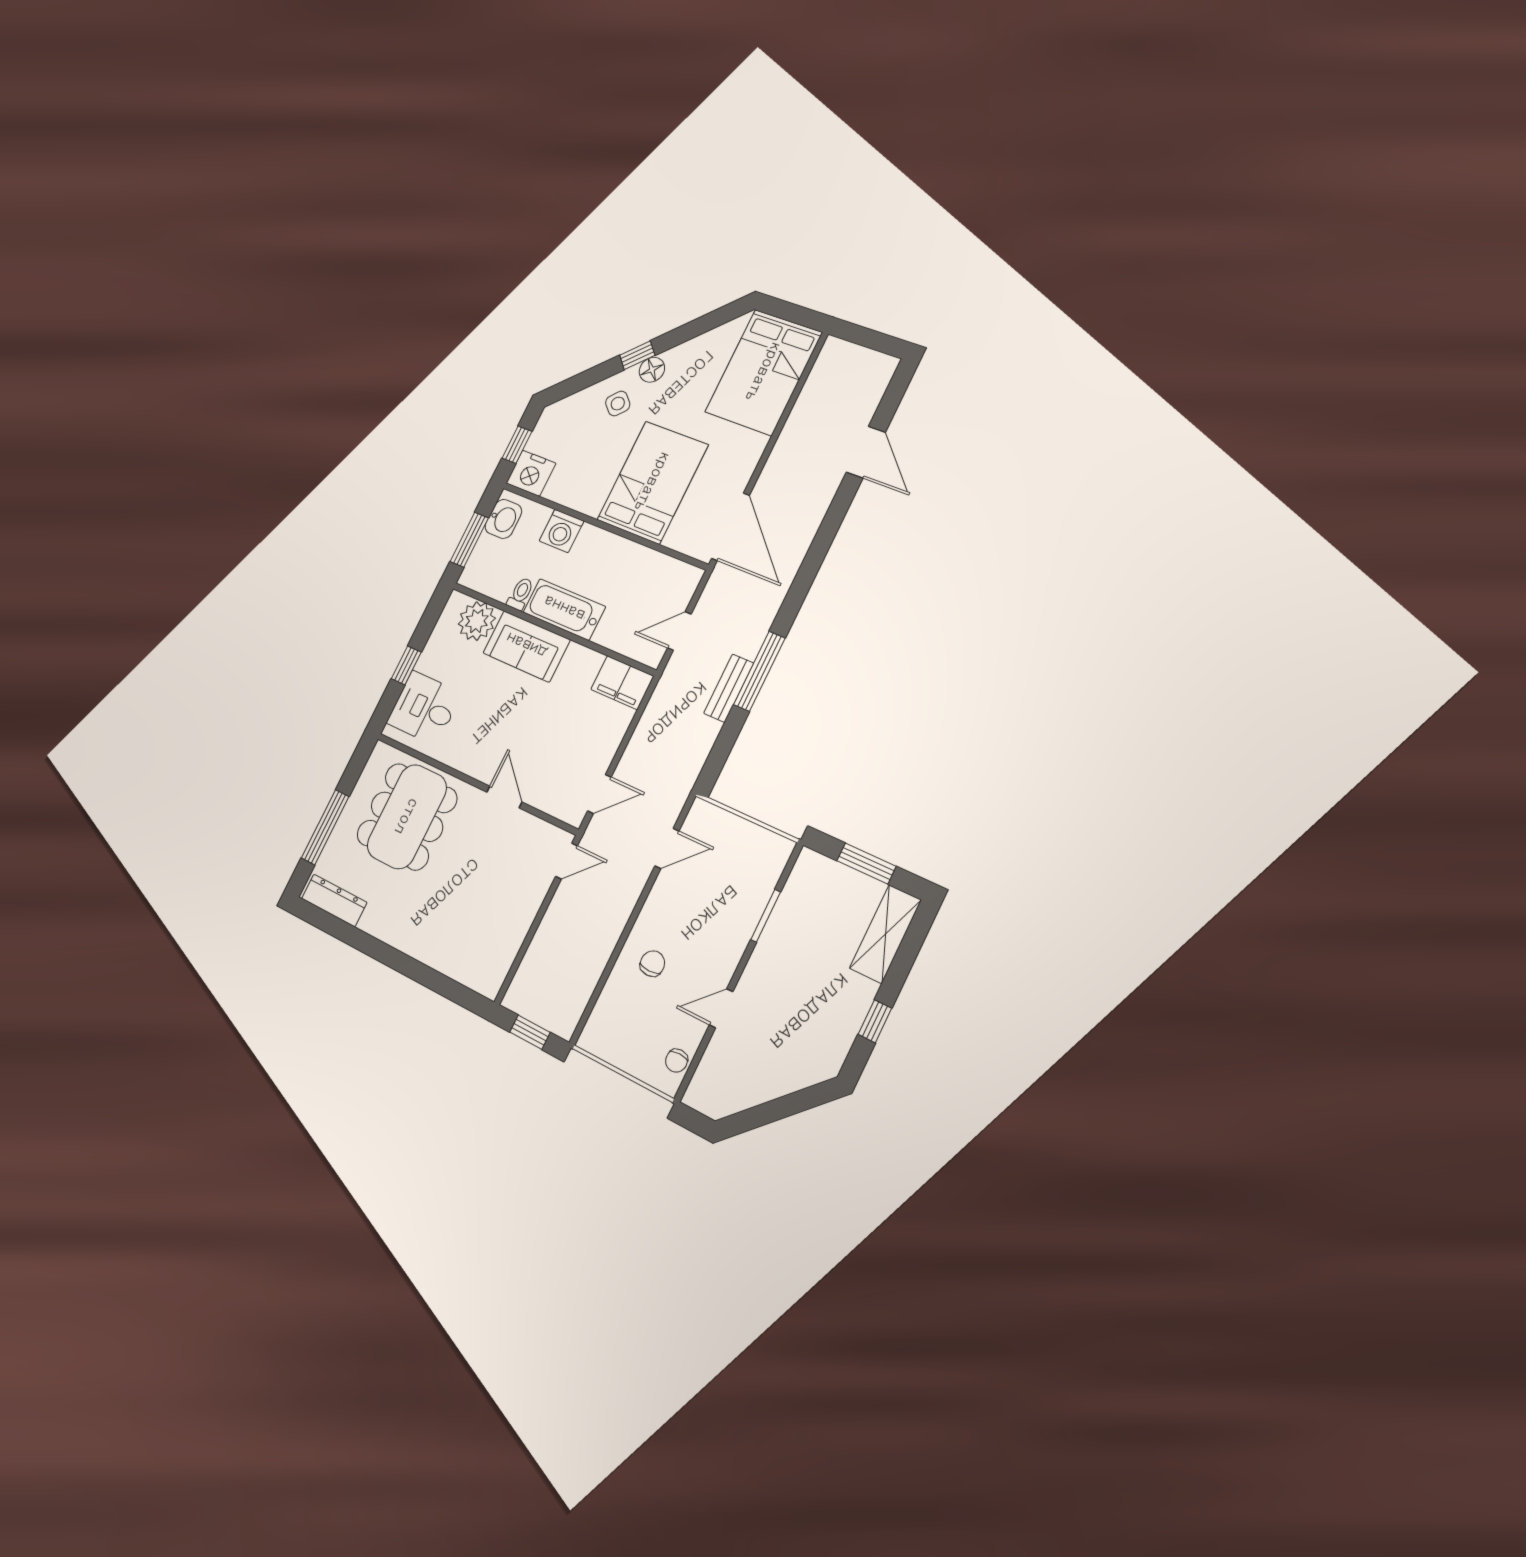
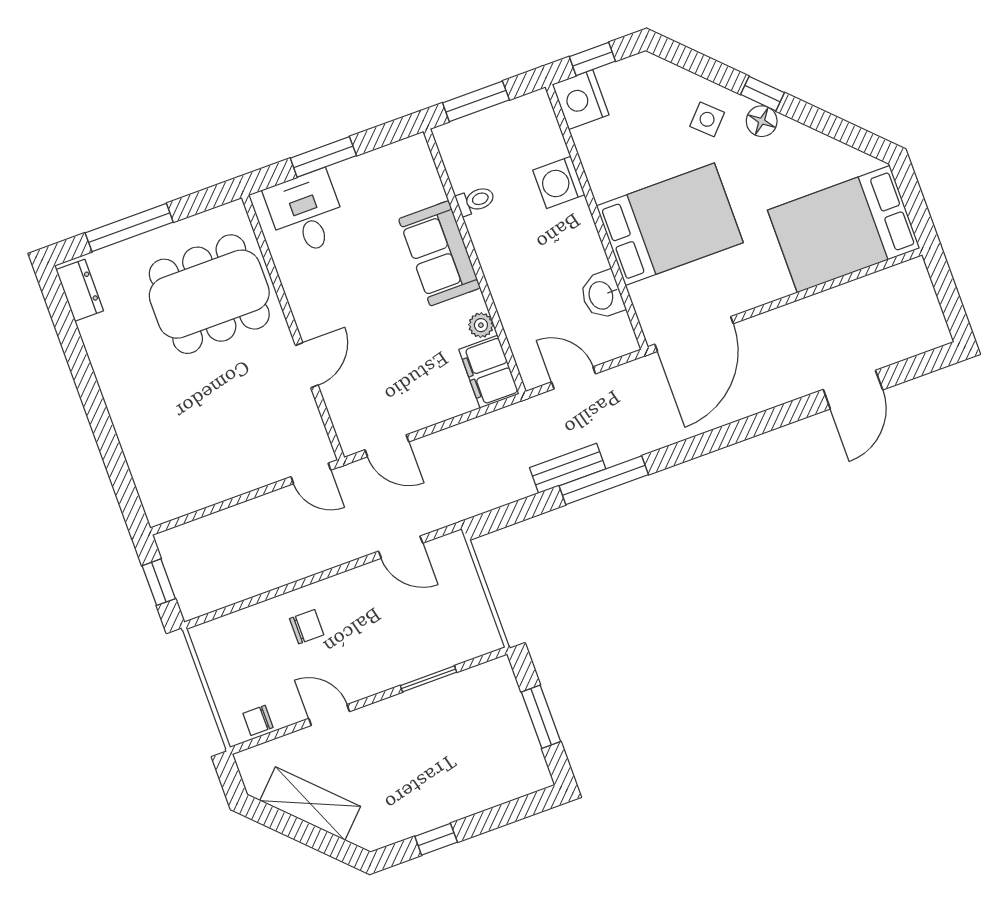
washbasin: (503, 519) -> (602, 295), moved, turned 90
bathtub: (564, 609) -> (499, 255), removed
plant: (477, 621) -> (481, 325), moved, width x0.53, depth x0.53
window: (406, 665) -> (323, 157), width x1.50
dresser: (334, 900) -> (80, 290), width x0.70
shelving: (885, 934) -> (310, 804), moved, turned 45

